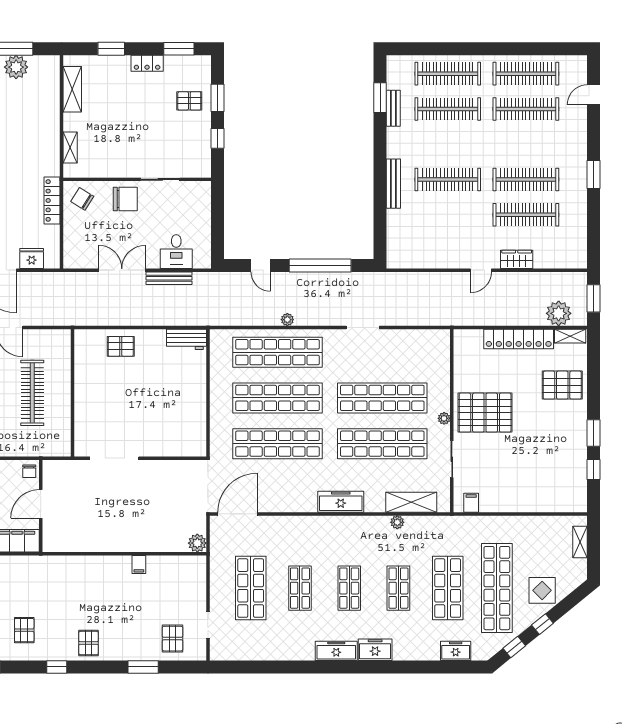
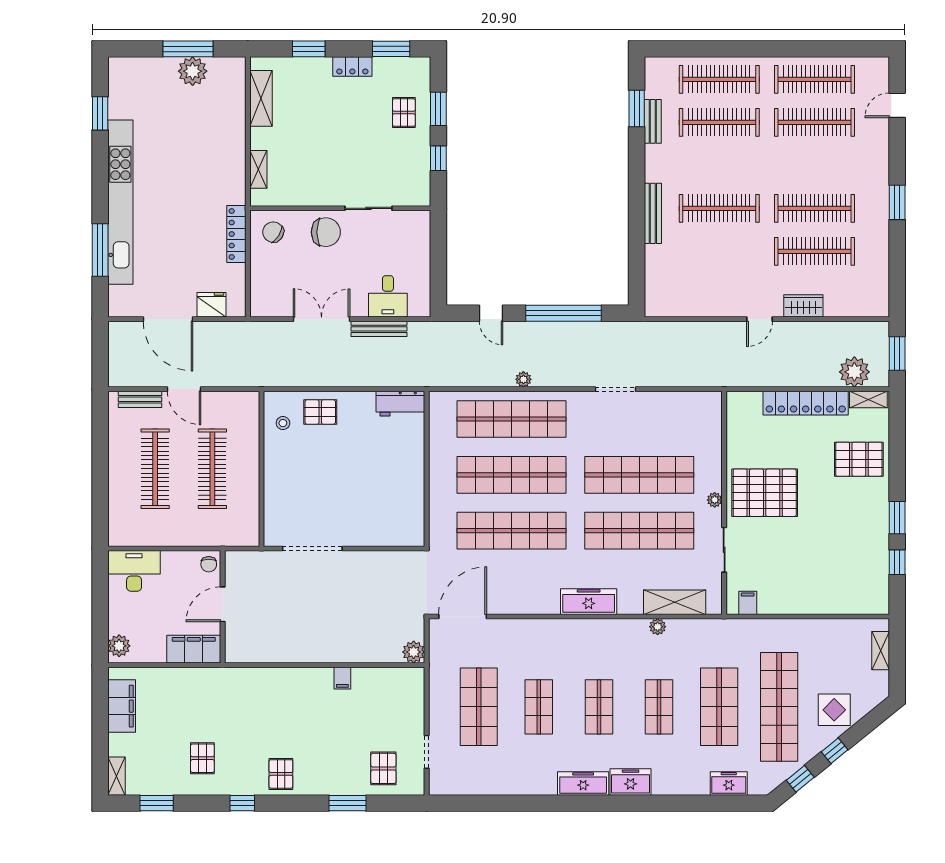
pallet: (189, 101) -> (404, 113), turned 90
stool: (90, 355) -> (283, 423), added

